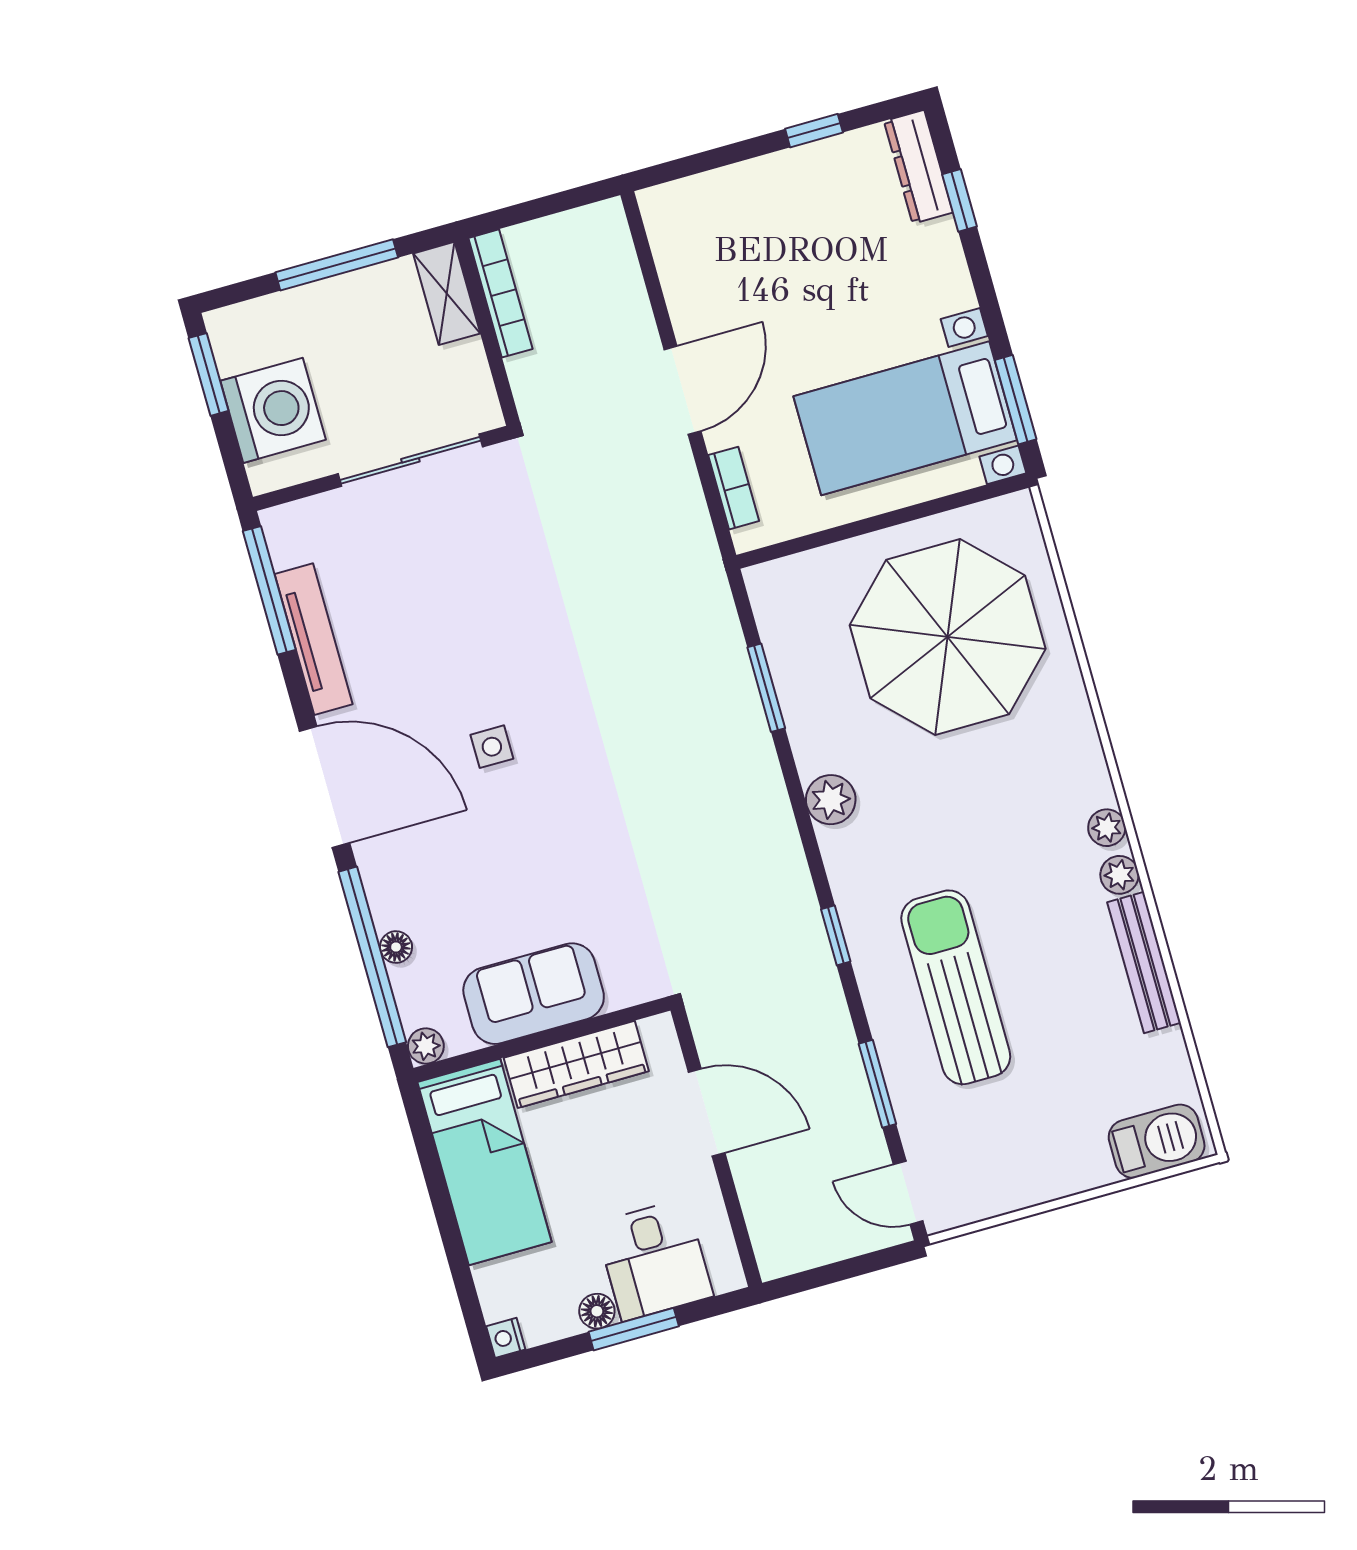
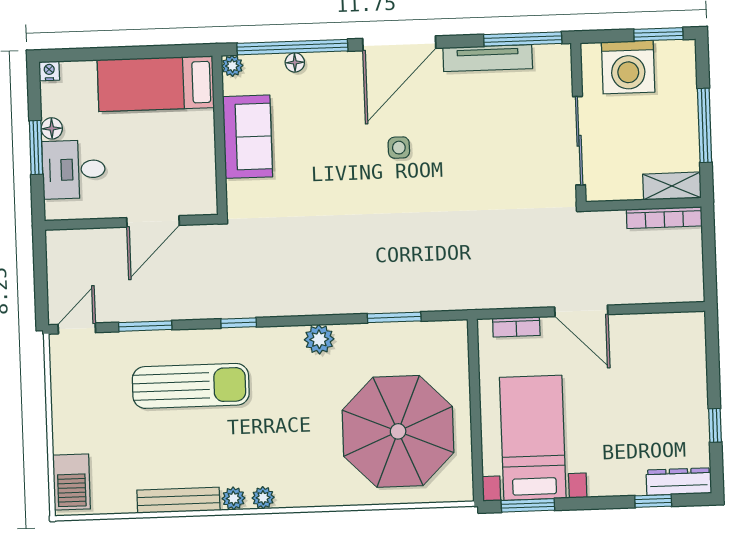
wardrobe: (576, 1064) -> (200, 152), removed

